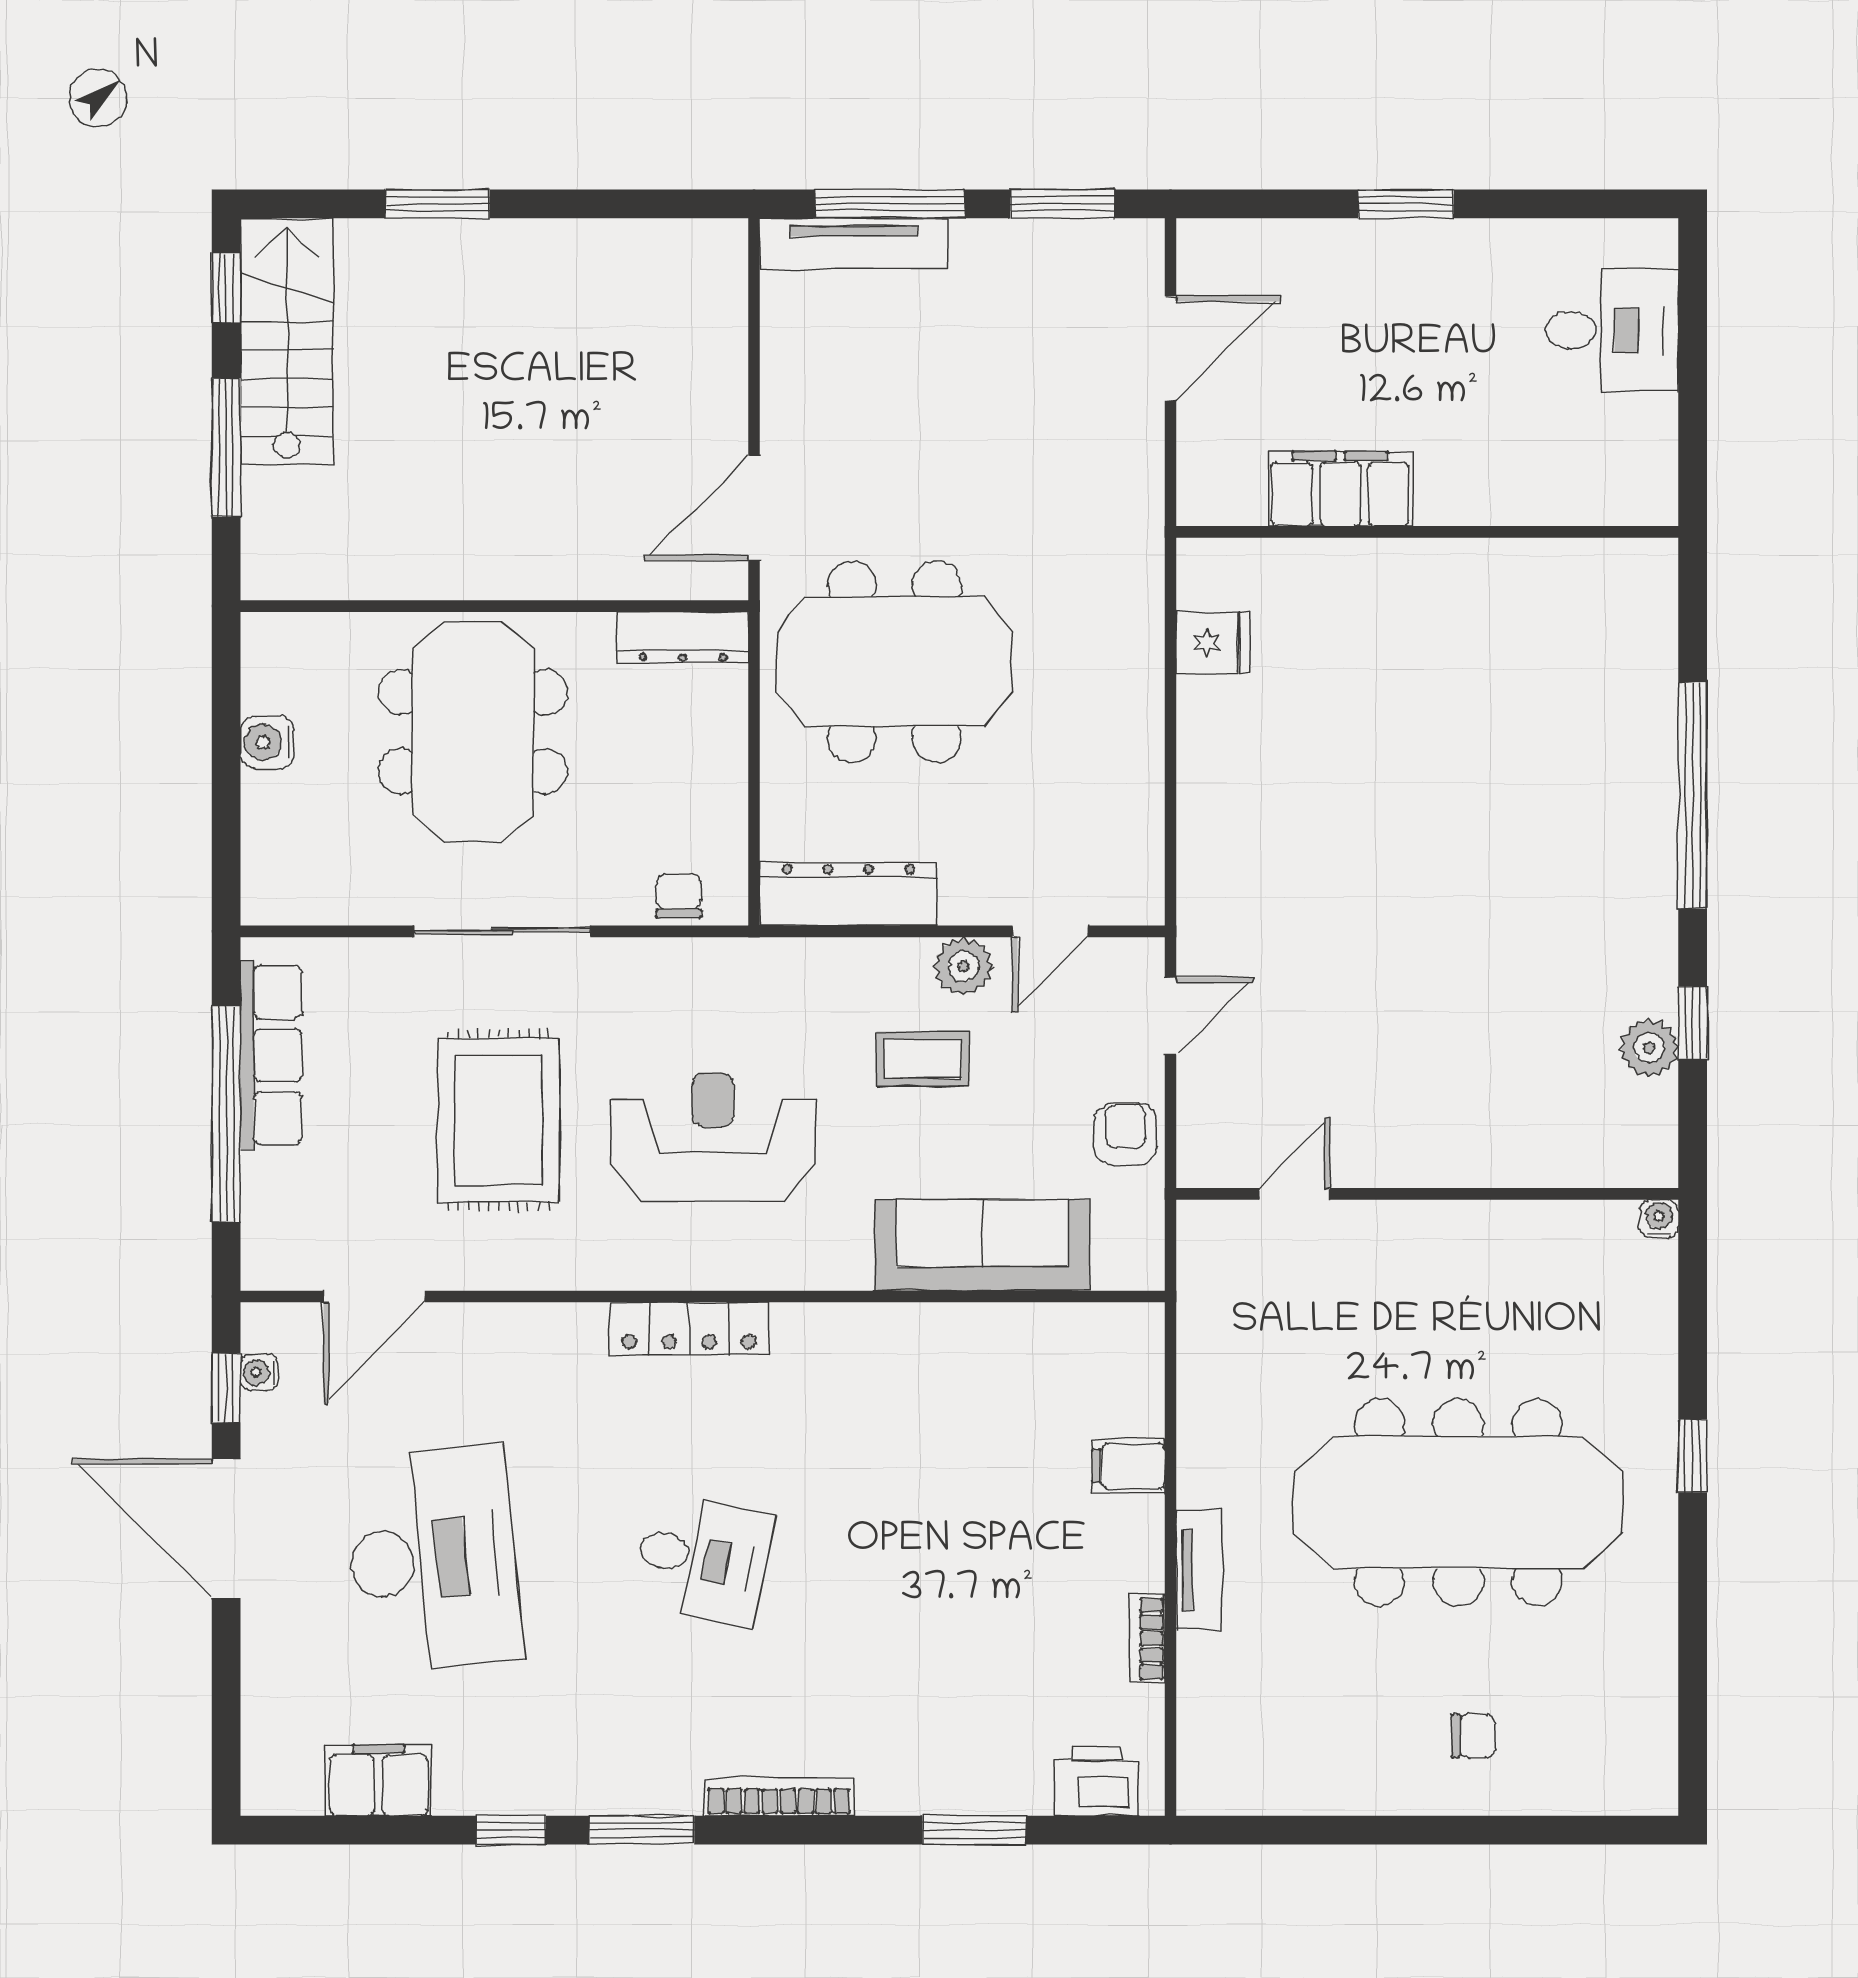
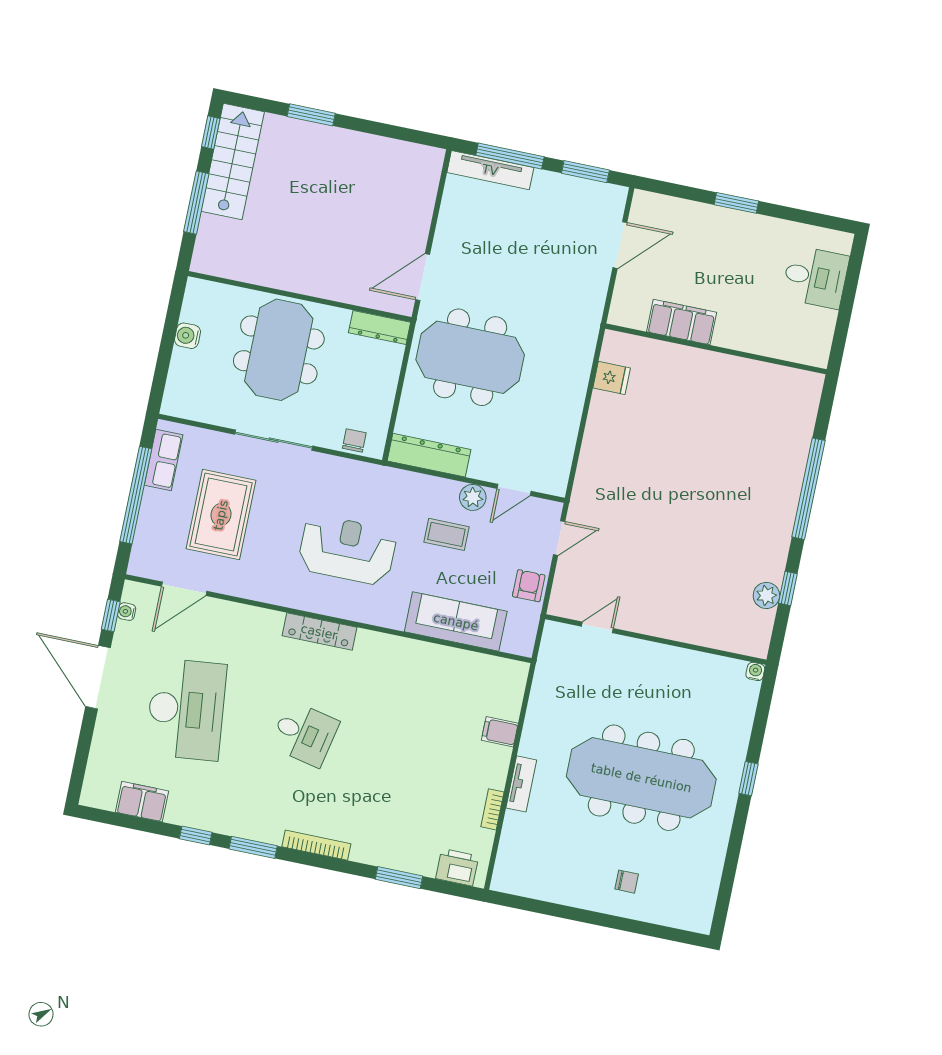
row of seats: (271, 1055) -> (164, 460), width x0.68
rug: (499, 1120) -> (221, 515), moved

